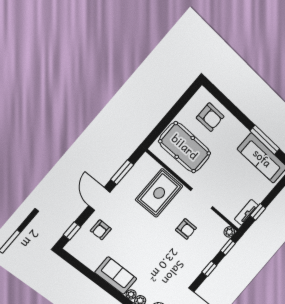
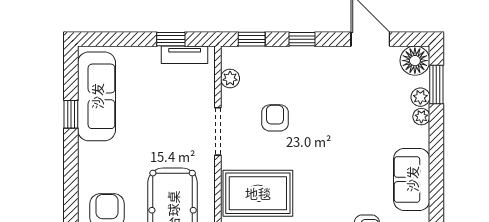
window: (265, 140) -> (71, 114), width x0.46
plant: (229, 232) -> (230, 78), moved
sofa: (116, 276) -> (412, 179), moved

